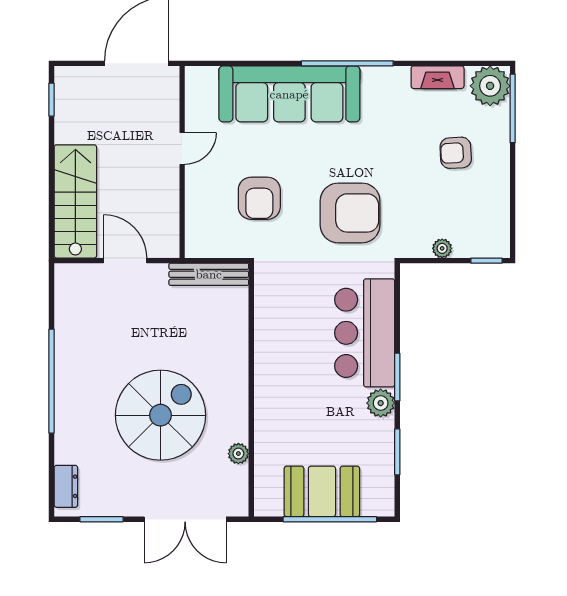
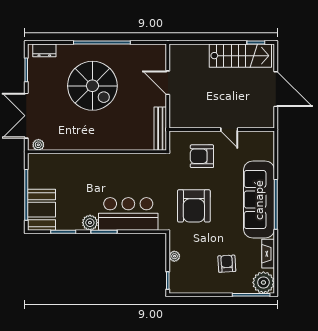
sofa: (289, 94) -> (259, 200), moved
door: (182, 148) -> (229, 129), moved
wall: (182, 162) -> (222, 129), moved
stairs: (75, 201) -> (240, 56), moved
door: (125, 261) -> (168, 83), swing flipped
spiral stairs: (160, 415) -> (92, 86), moved
plant: (238, 454) -> (38, 145), moved
booth: (322, 491) -> (42, 210), moved

